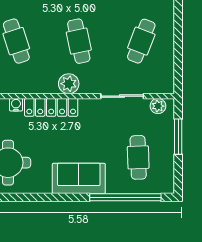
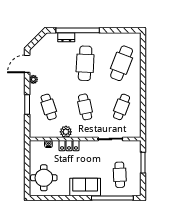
plant: (69, 84) -> (66, 132), moved
plant: (158, 106) -> (131, 145), removed
locker: (51, 107) -> (69, 146), width x0.66

